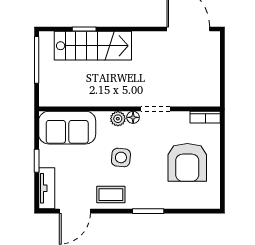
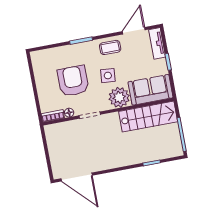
stairs: (93, 46) -> (148, 117), moved, turned 180
floor lamp: (133, 117) -> (69, 113), moved
plant: (118, 119) -> (119, 97), width x1.87, depth x1.87
armchair: (187, 162) -> (73, 81), moved

